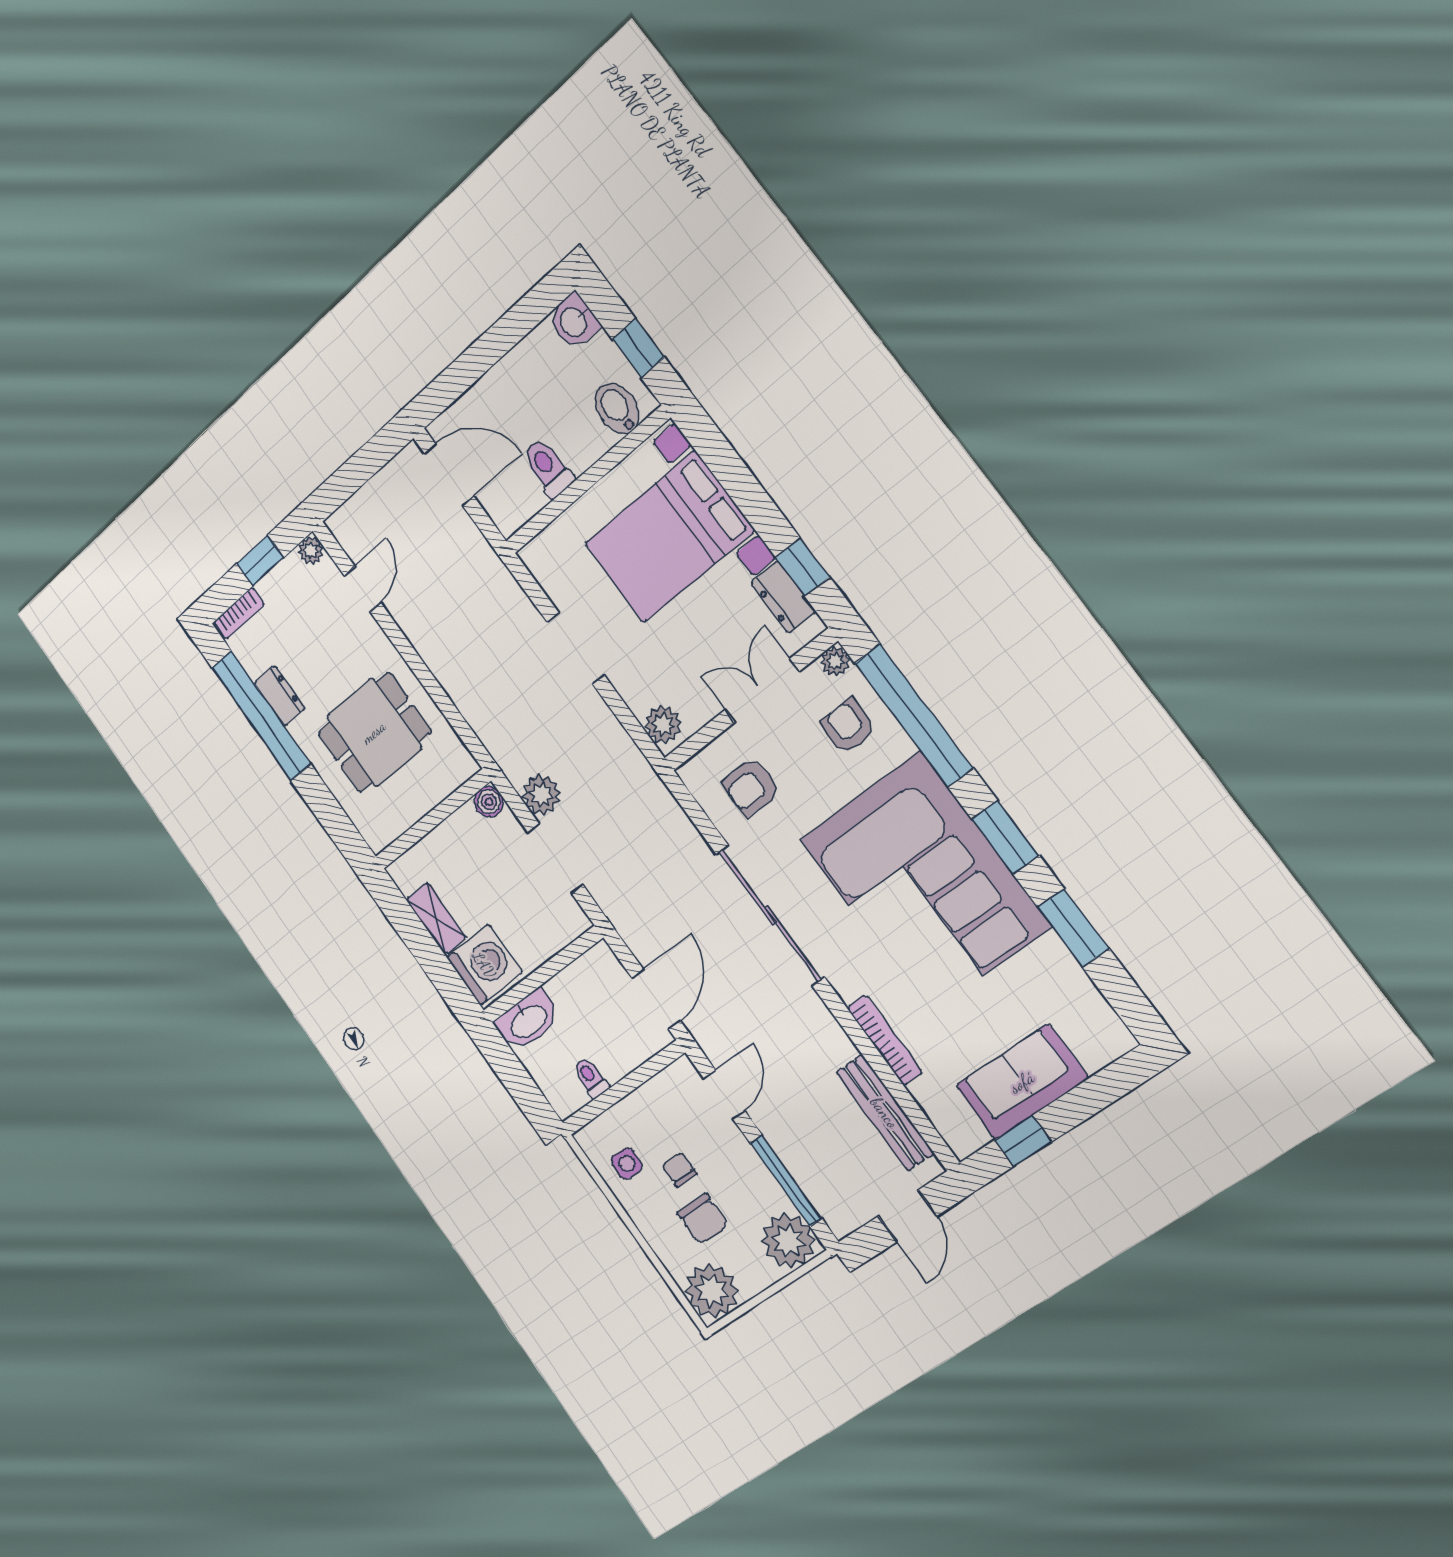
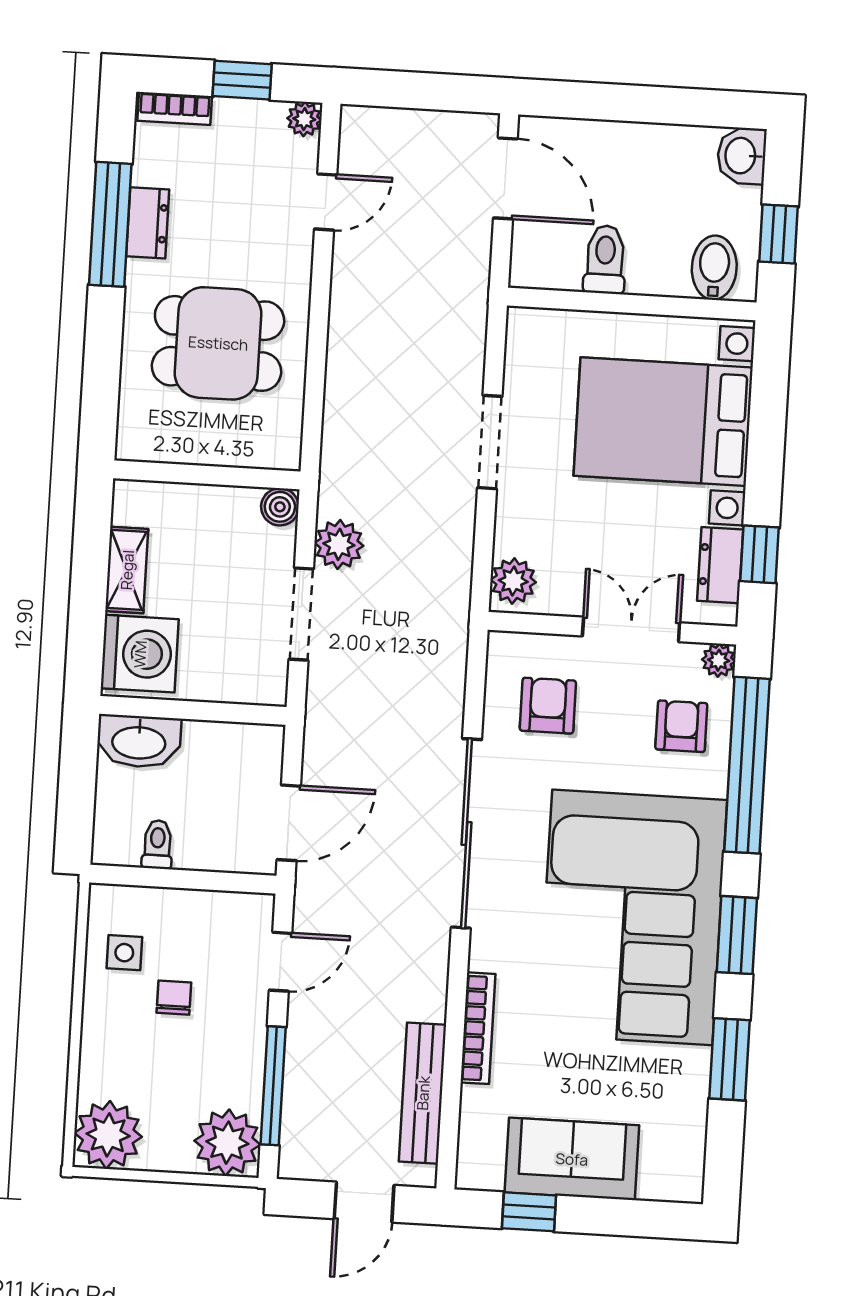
window: (261, 716) -> (110, 224), width x0.68
armchair: (751, 787) -> (548, 706), turned 90
chair: (703, 1219) -> (158, 1061), removed

